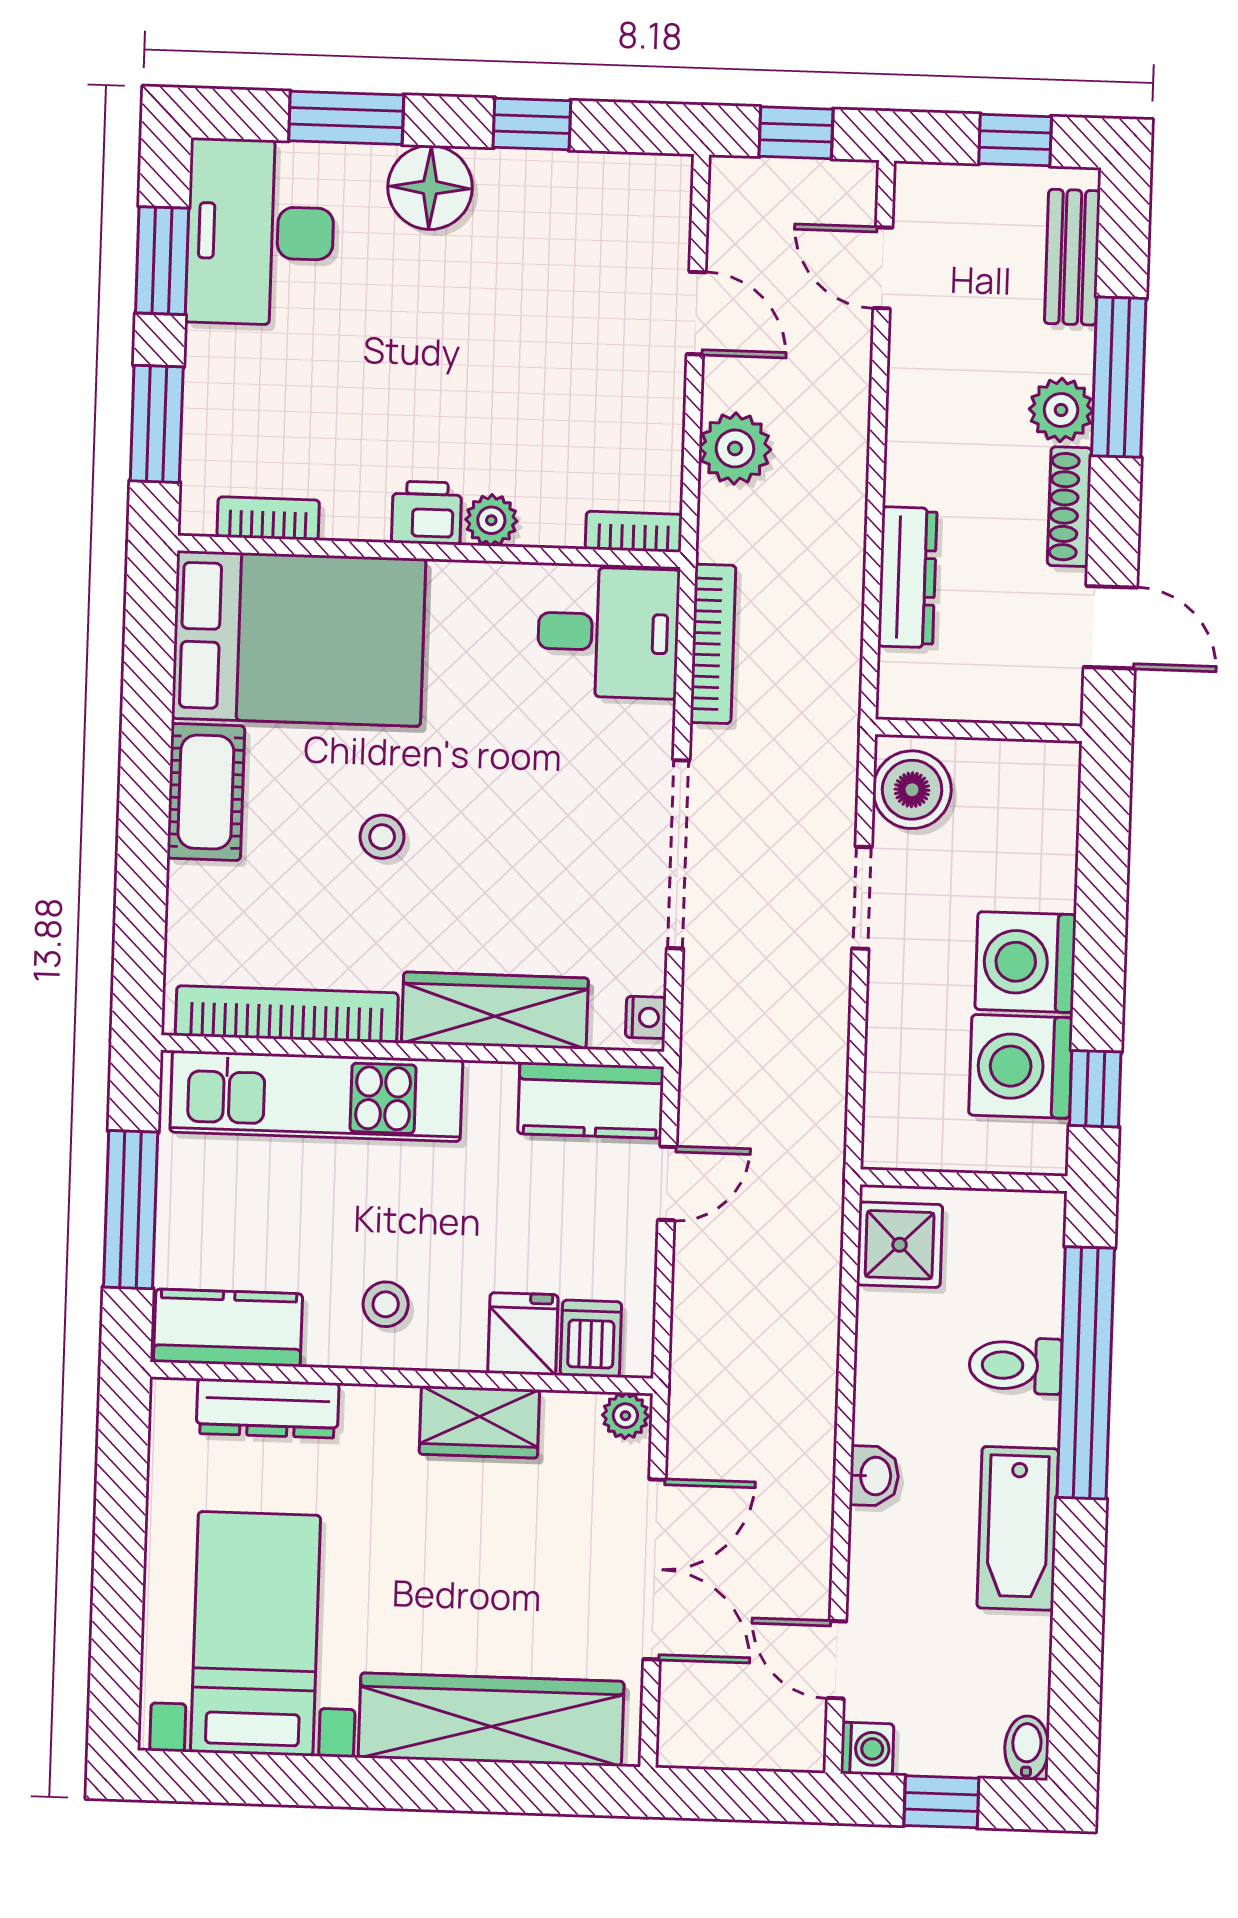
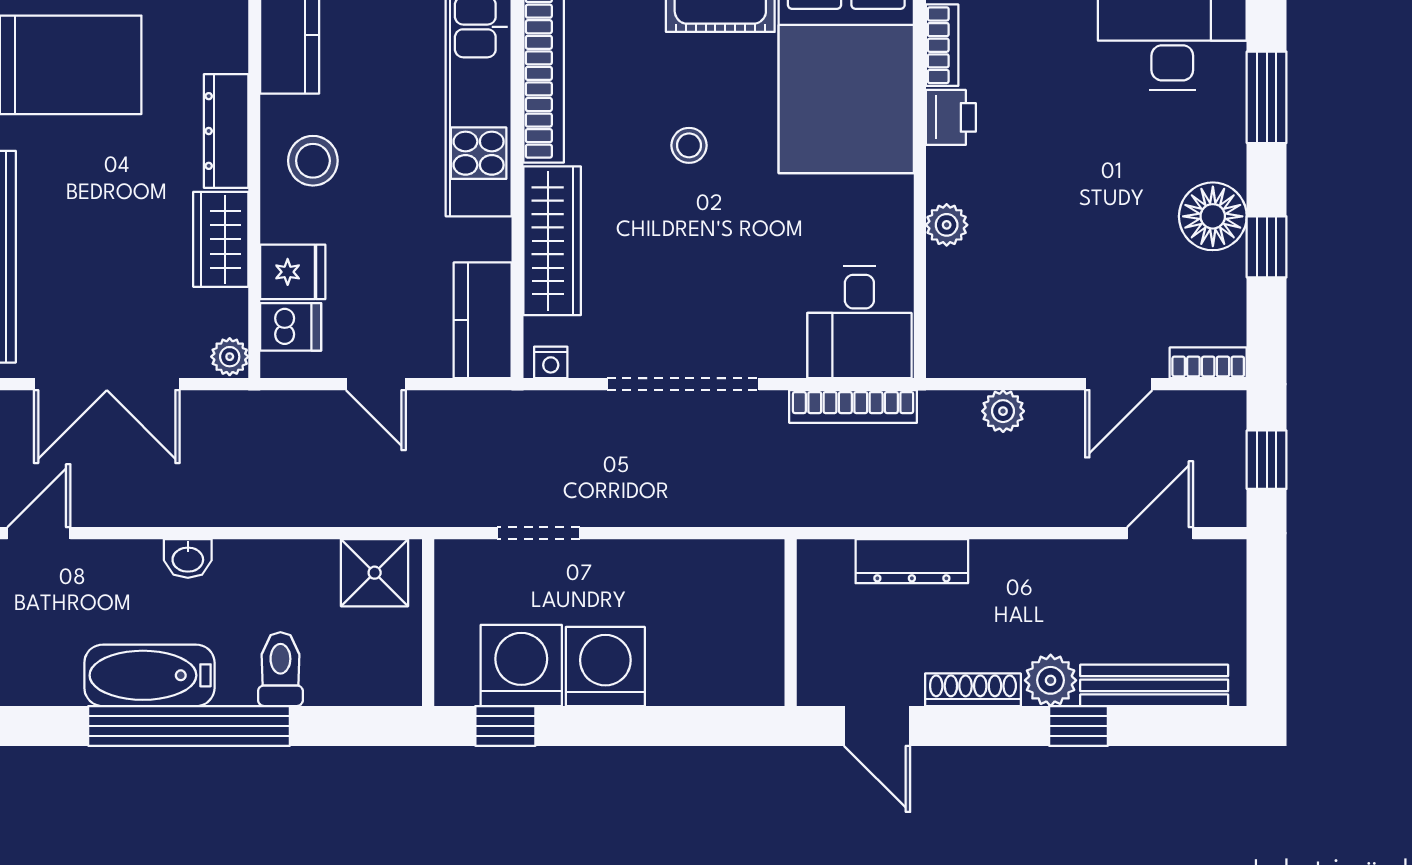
window: (1015, 140) -> (1267, 636), removed
floor lamp: (430, 187) -> (1213, 216), moved
bench: (1072, 257) -> (1154, 685), width x1.36
window: (1119, 377) -> (1079, 726), width x0.46
plant: (735, 448) -> (1003, 411), width x0.73, depth x0.73
printer: (427, 513) -> (951, 117), moved
bookcase: (634, 532) -> (1208, 363), moved, turned -90
door: (1110, 627) -> (877, 726), hinge flipped
boiler: (912, 790) -> (741, 571), removed
doorway: (862, 898) -> (538, 533), moved
door: (667, 1183) -> (376, 384), moved
stool: (386, 1304) -> (313, 161), width x1.37, depth x1.37
window: (1086, 1373) -> (189, 726), moved
dresser: (268, 1408) -> (226, 131), moved

